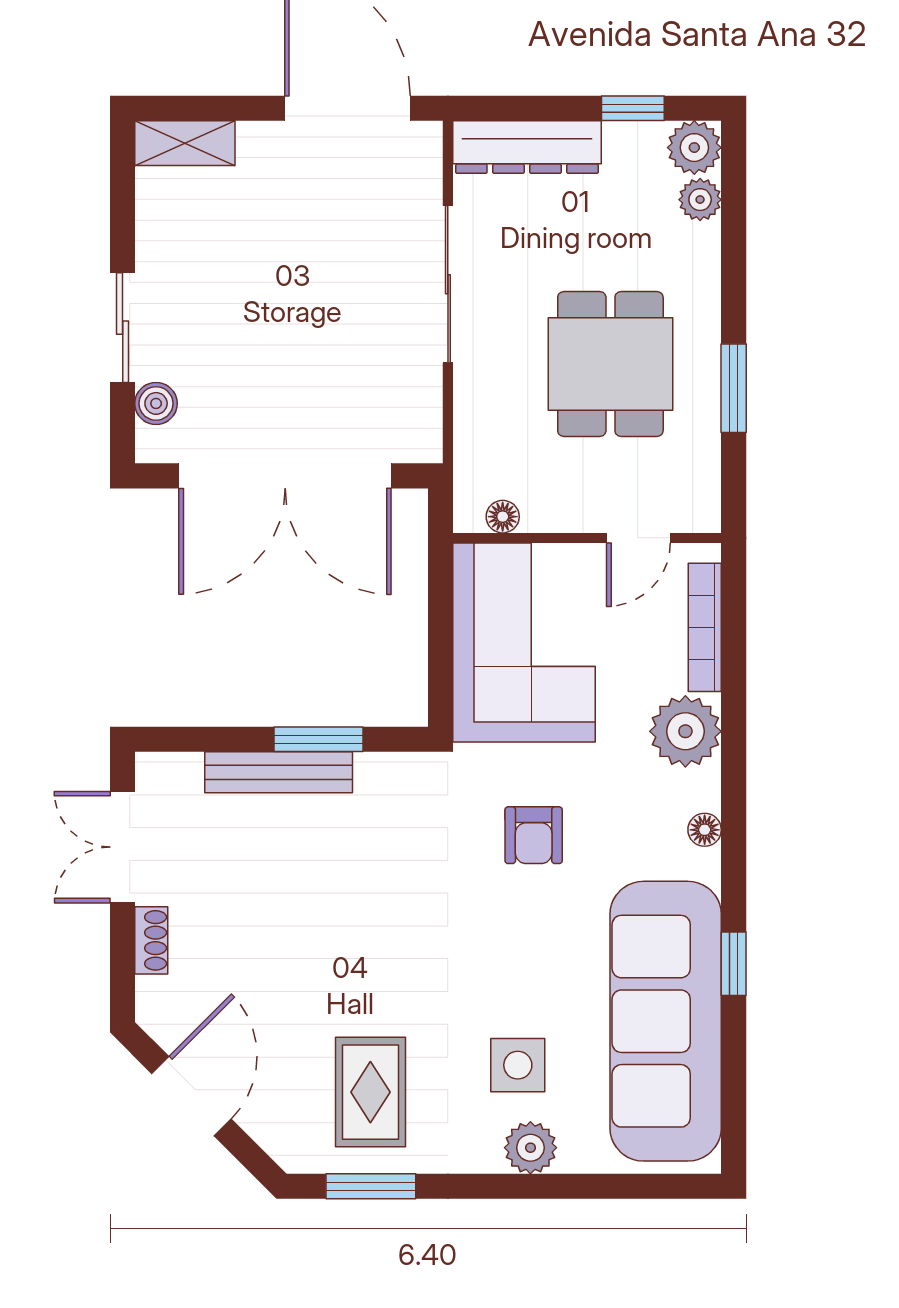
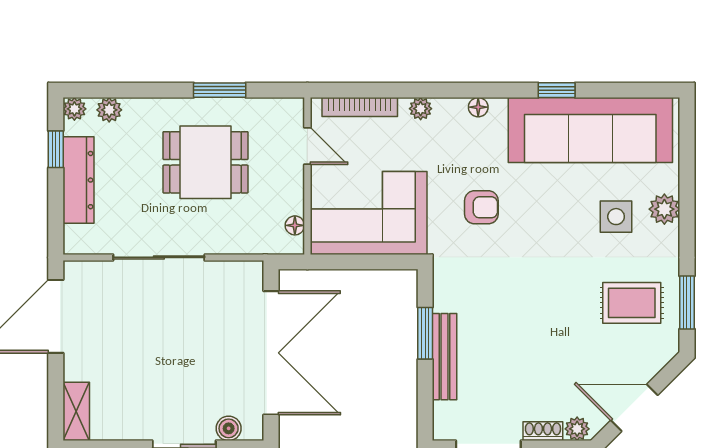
dresser: (527, 147) -> (78, 180), moved
plant: (694, 148) -> (74, 109), width x0.73, depth x0.73
plant: (685, 731) -> (421, 109), width x0.53, depth x0.53
plant: (155, 999) -> (577, 429), added

